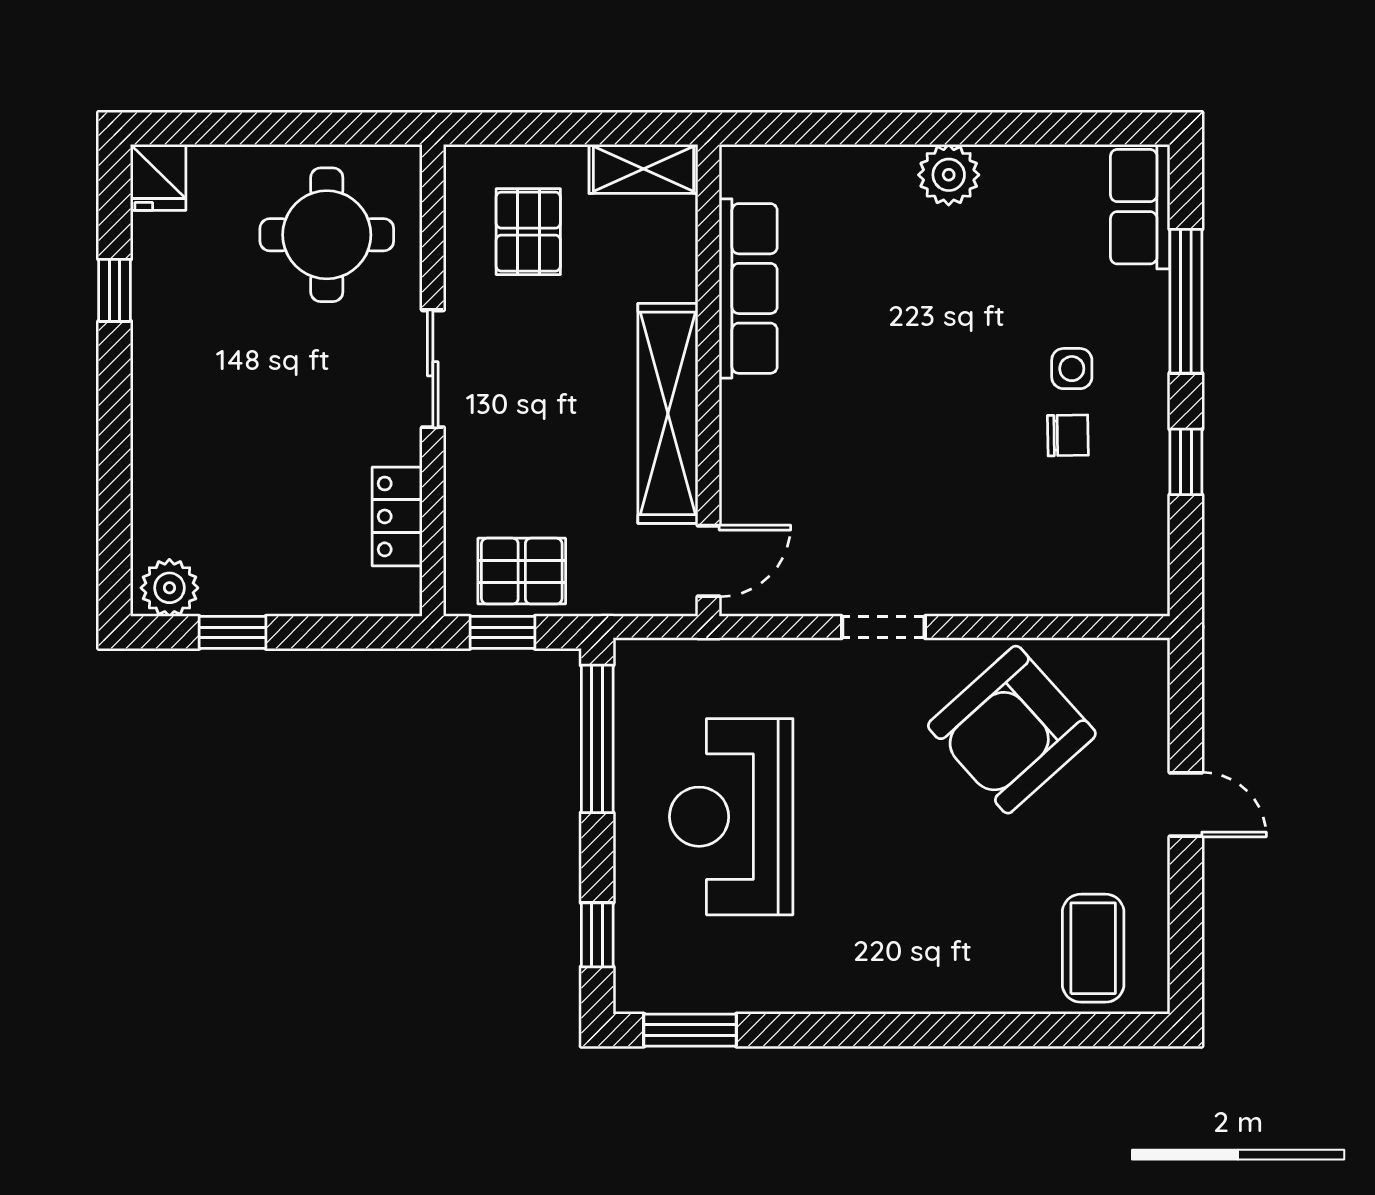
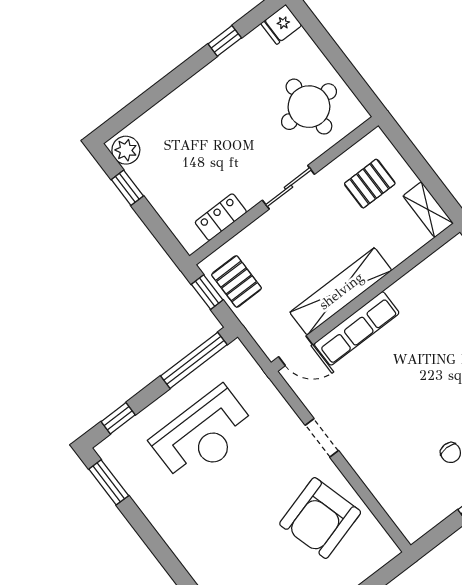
row of seats: (748, 288) -> (357, 328), moved
armchair: (1012, 730) -> (320, 518), turned -64
reception desk: (731, 817) -> (203, 435), turned 180

